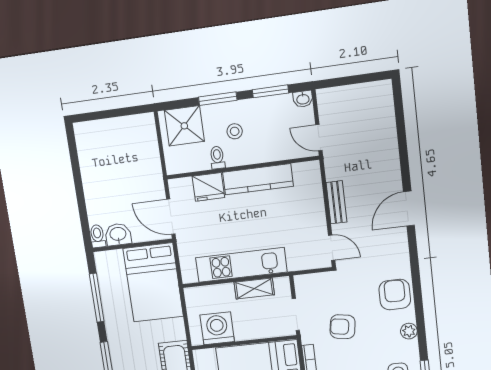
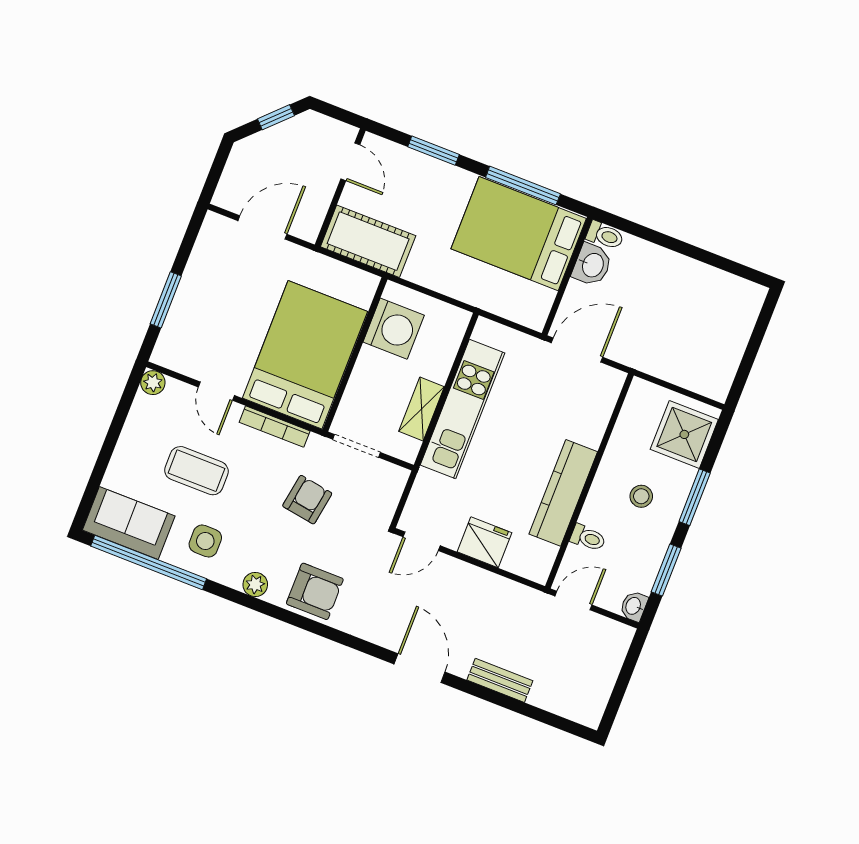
toilet: (217, 158) -> (588, 538), moved
fridge: (208, 187) -> (484, 542), moved, turned 90
bench: (337, 202) -> (500, 680), moved
bed: (153, 283) -> (519, 234), moved

